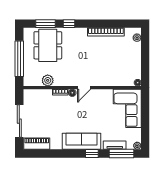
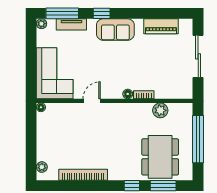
door: (84, 88) -> (92, 101), moved
sofa: (82, 141) -> (115, 30), width x0.73
piano: (37, 144) -> (161, 26), moved

